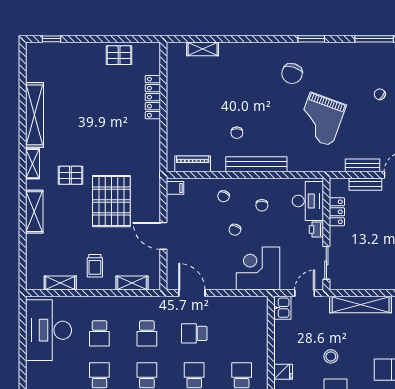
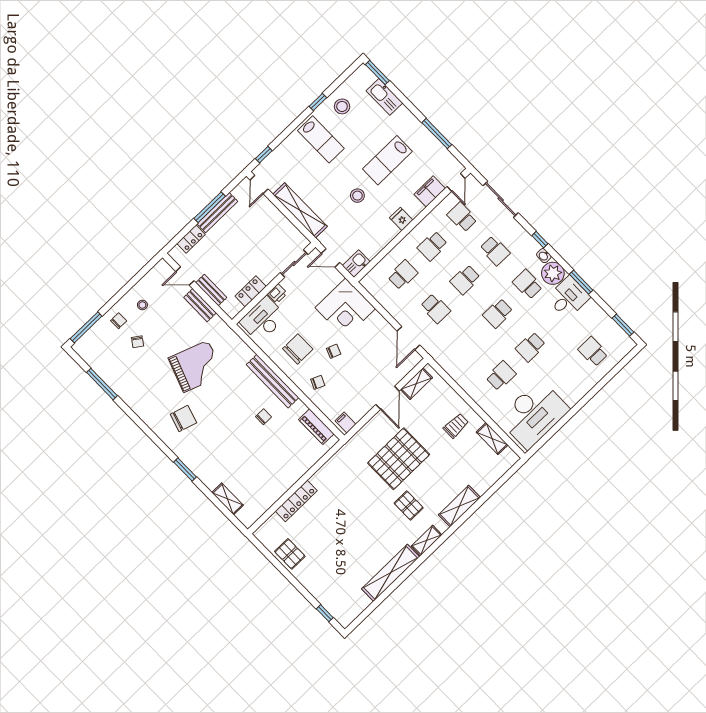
window: (311, 39) -> (185, 469), moved
chair: (262, 205) -> (298, 349), width x1.87, depth x1.87
shelving: (132, 283) -> (416, 384), moved, turned 90
school desk: (147, 333) -> (403, 275), moved

